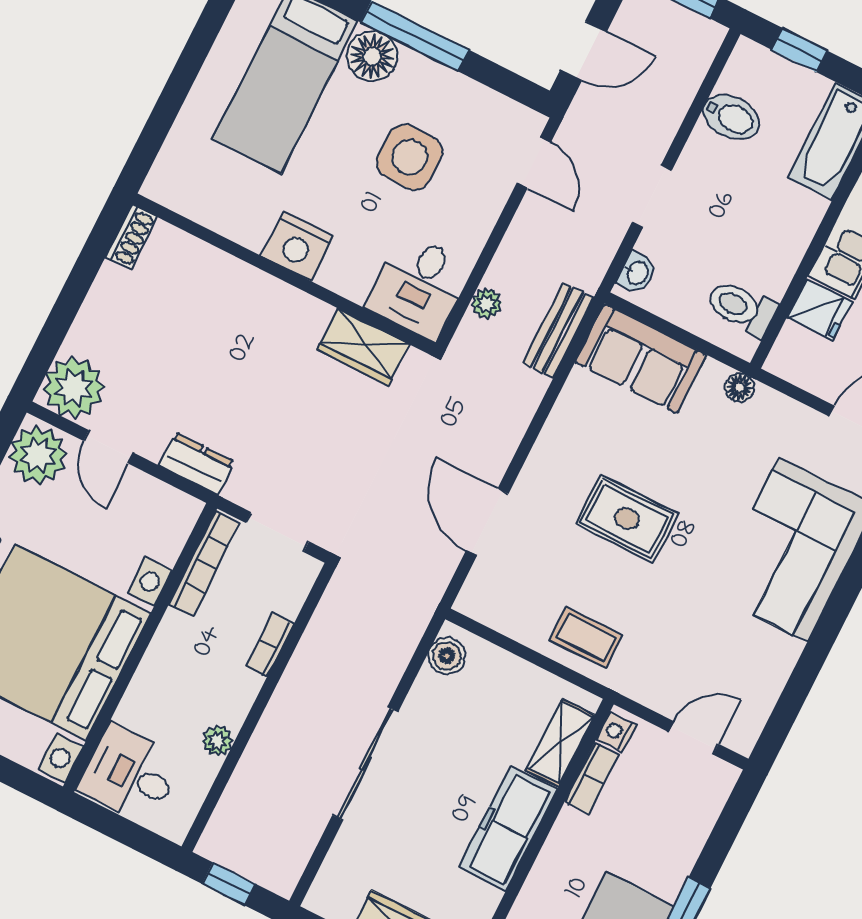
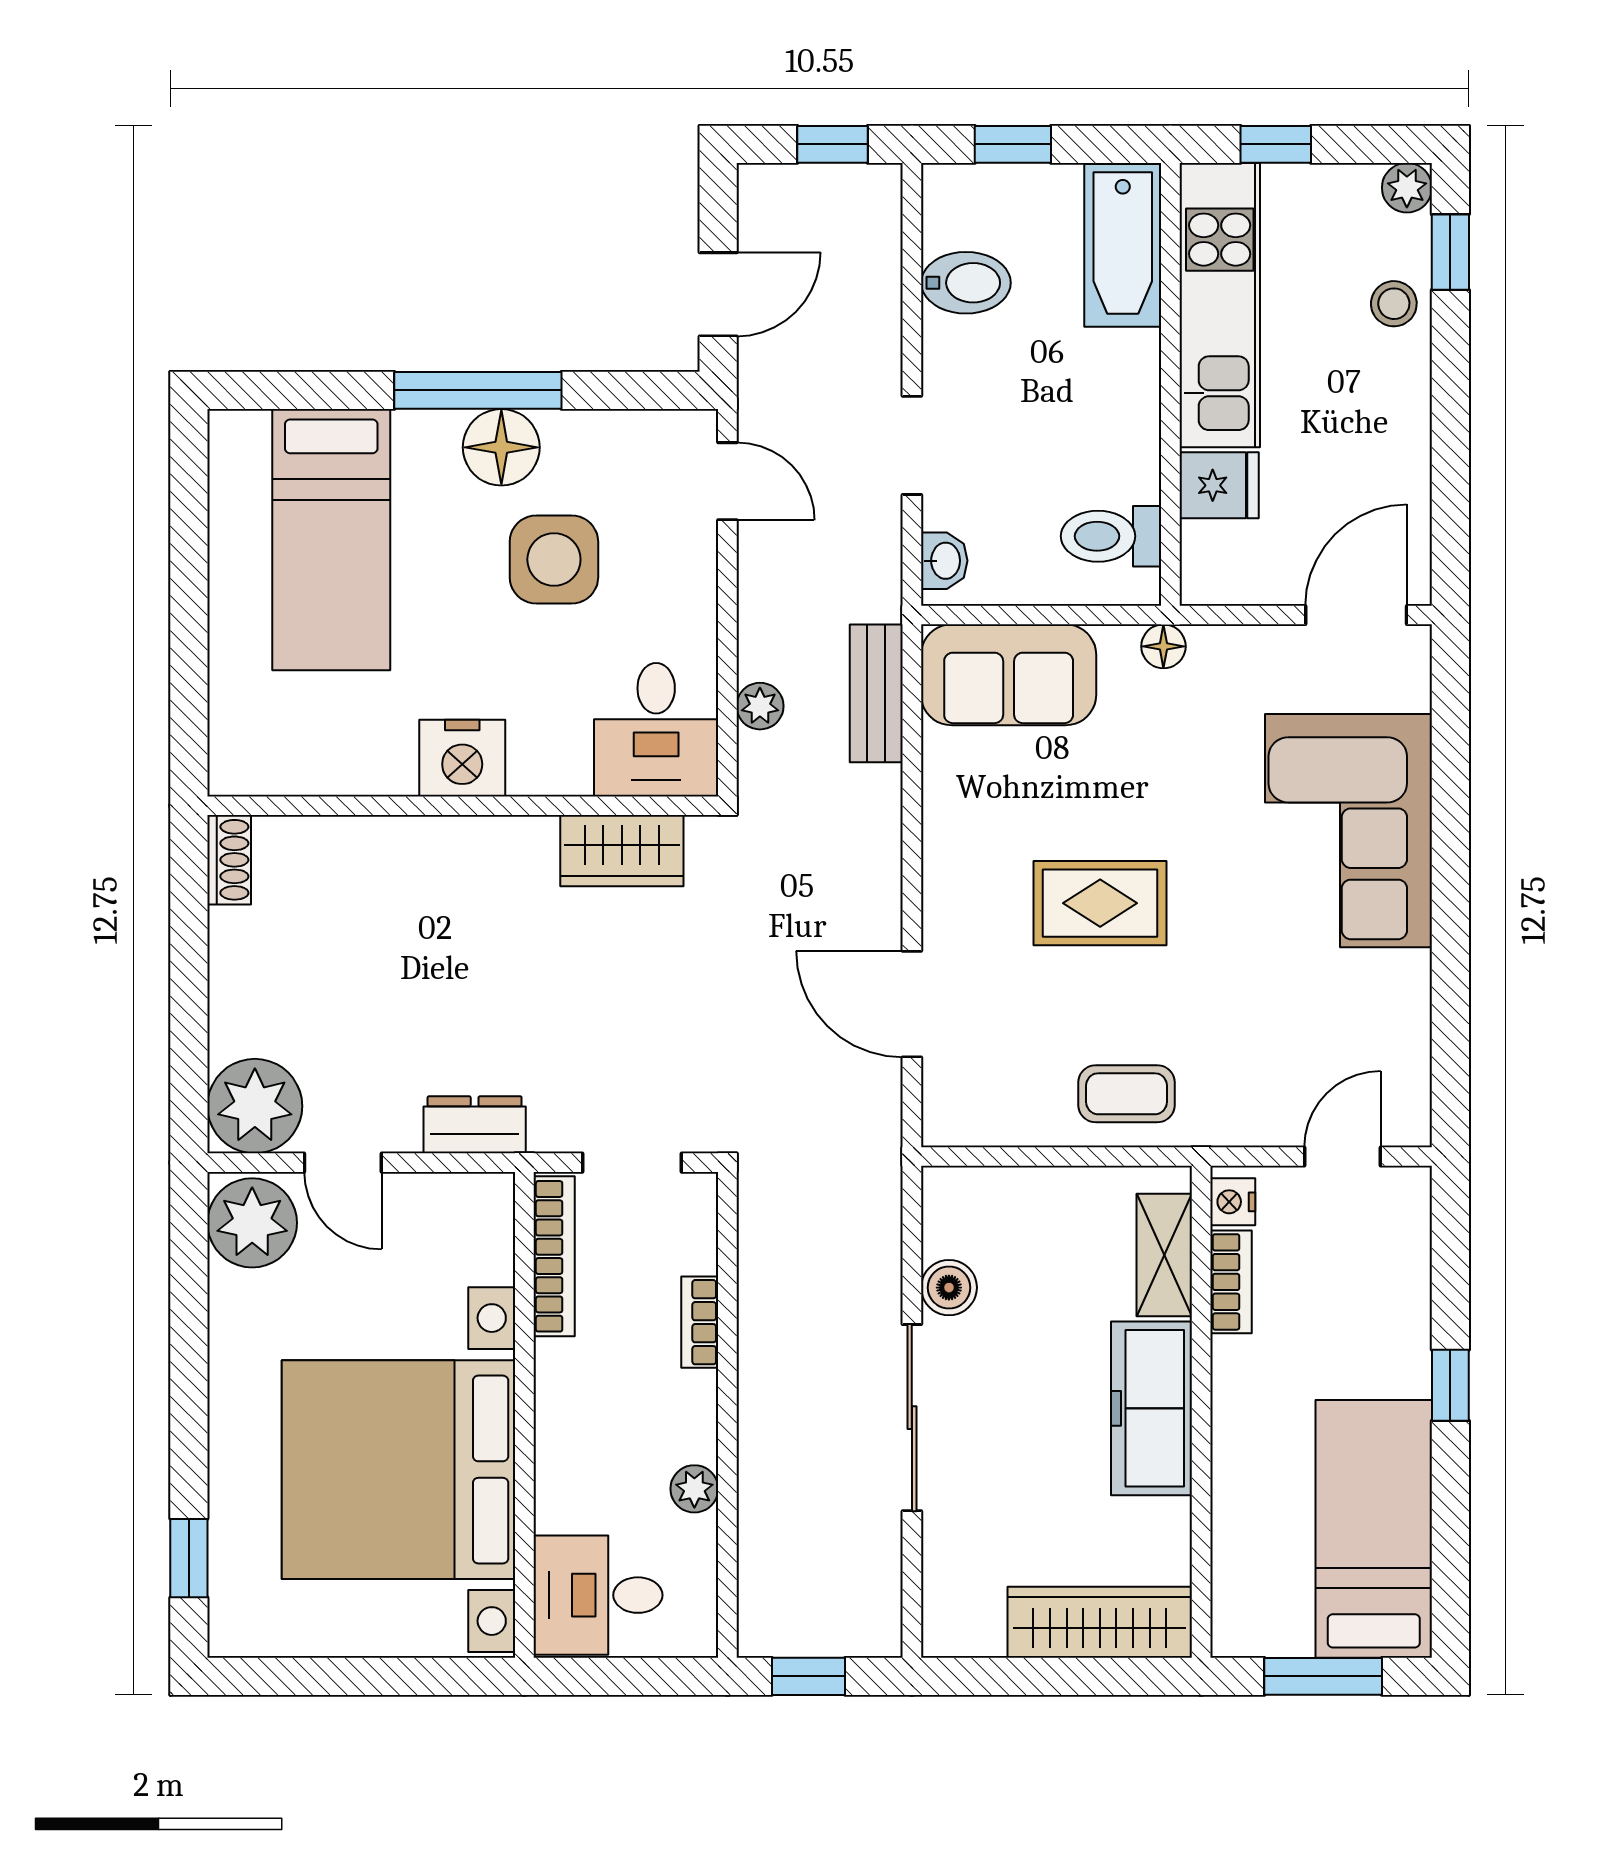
floor lamp: (372, 56) -> (501, 447), moved
boiler: (447, 656) -> (949, 1288), moved

